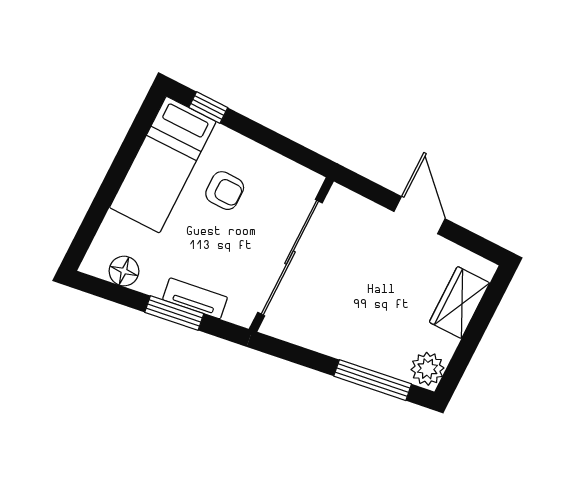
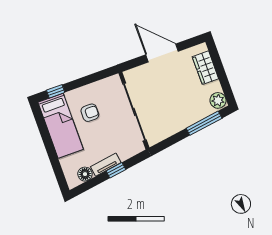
door: (420, 215) -> (162, 53), width x1.36
tv unit: (195, 298) -> (106, 165), moved
window: (174, 313) -> (116, 170), width x0.67

